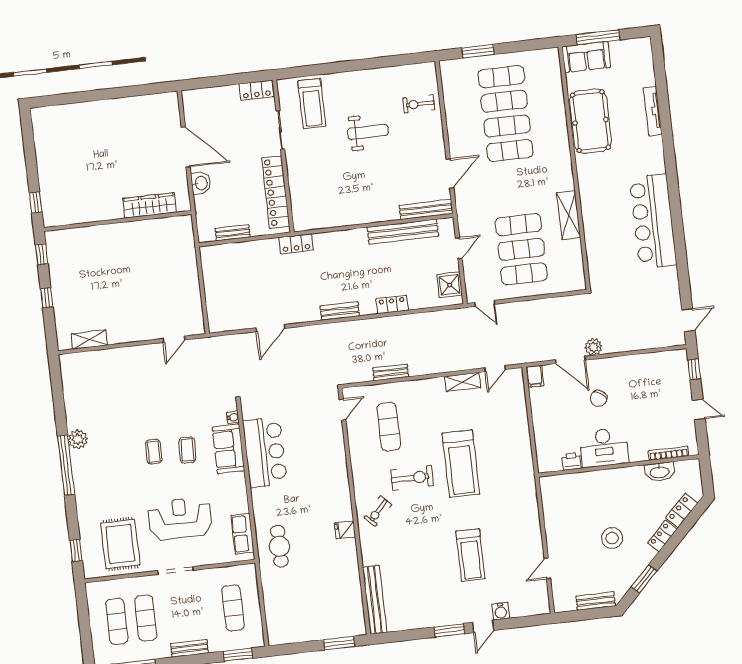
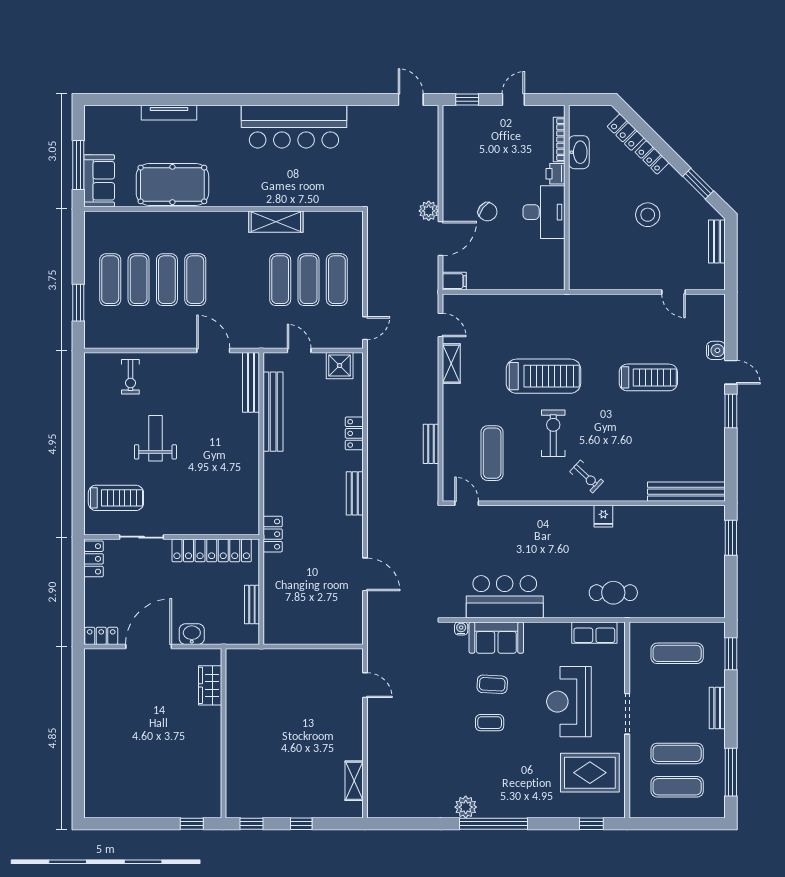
locker: (190, 105) -> (101, 636), added
wardrobe: (149, 205) -> (210, 685), width x0.67
exercise mat: (389, 427) -> (492, 453), turned 90
printer: (572, 461) -> (556, 174), moved

